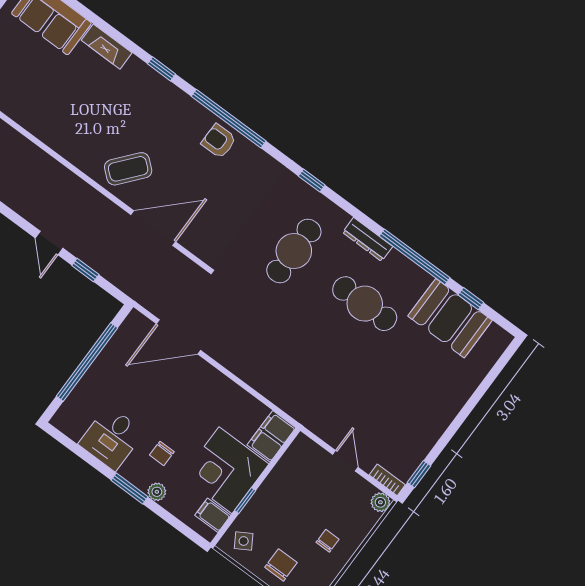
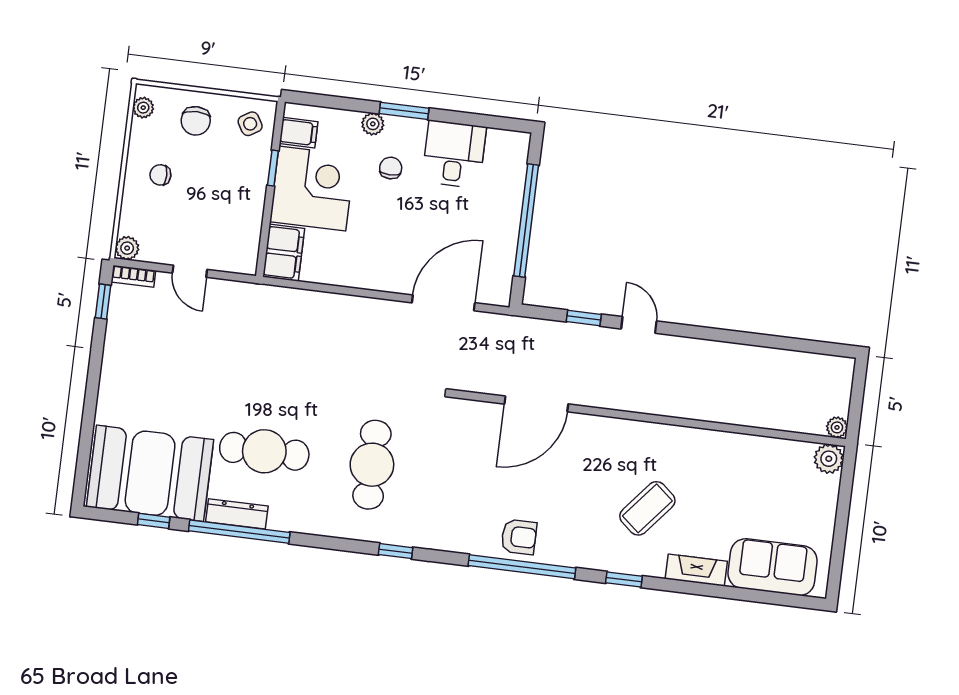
coffee table: (128, 169) -> (647, 508), moved
dresser: (368, 239) -> (237, 514), moved
booth: (450, 318) -> (150, 473), width x1.36, depth x1.42
chair: (328, 541) -> (160, 175), turned 90

